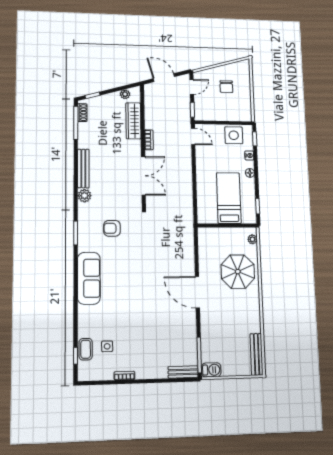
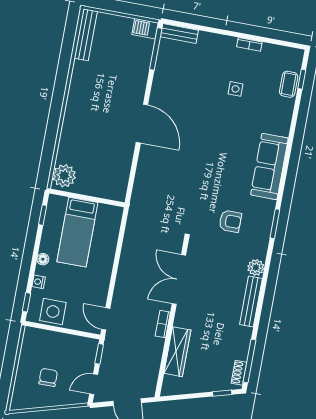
plant: (125, 94) -> (181, 388), removed
plant: (252, 239) -> (64, 176), width x1.88, depth x1.88
parasol: (238, 272) -> (86, 139), removed
side table: (107, 346) -> (235, 89), moved

